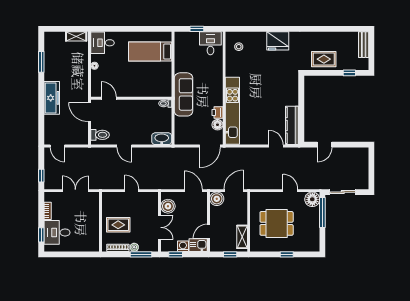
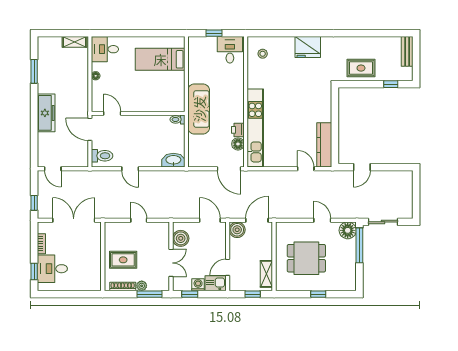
door: (210, 146) -> (229, 169), hinge flipped
double door: (75, 191) -> (74, 220), width x1.37

